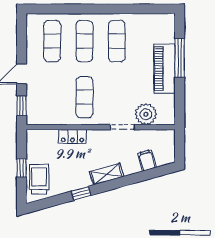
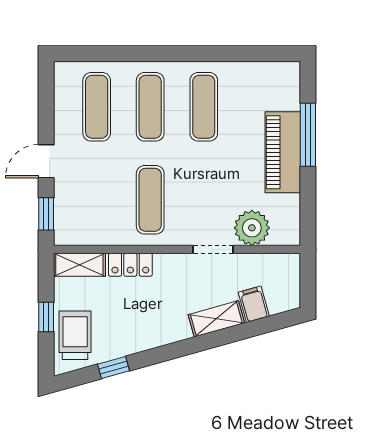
shelving: (42, 136) -> (79, 265), added
shelving: (107, 174) -> (216, 319), moved
window: (81, 193) -> (114, 367), moved

